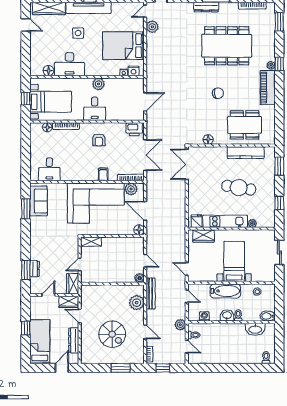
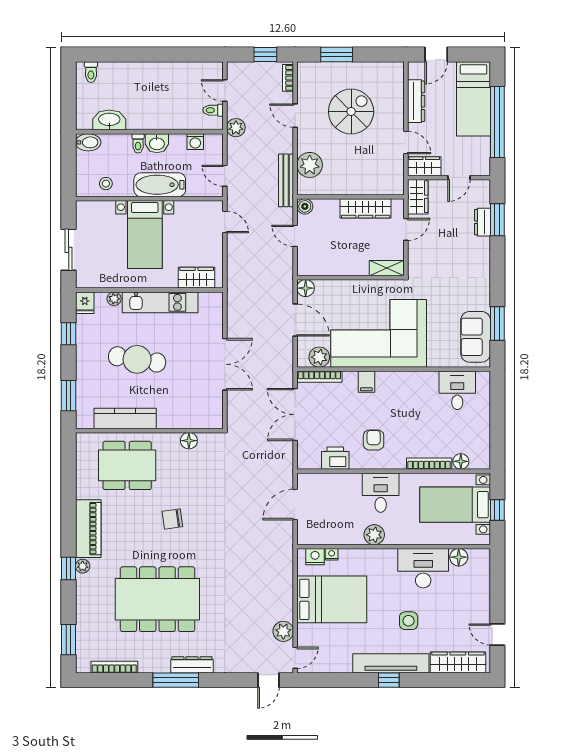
printer: (134, 129) -> (335, 458), moved
double door: (187, 164) -> (225, 364), moved
fridge: (197, 221) -> (85, 303), moved
wardrobe: (104, 277) -> (366, 208), added
window: (26, 328) -> (497, 122), width x3.17
spiral stairs: (112, 334) -> (351, 112), turned 90

